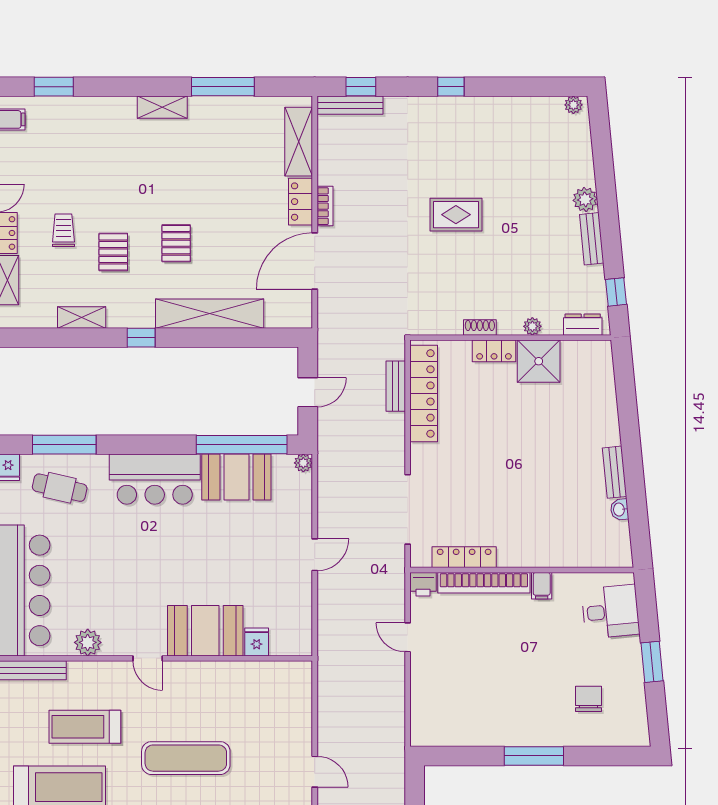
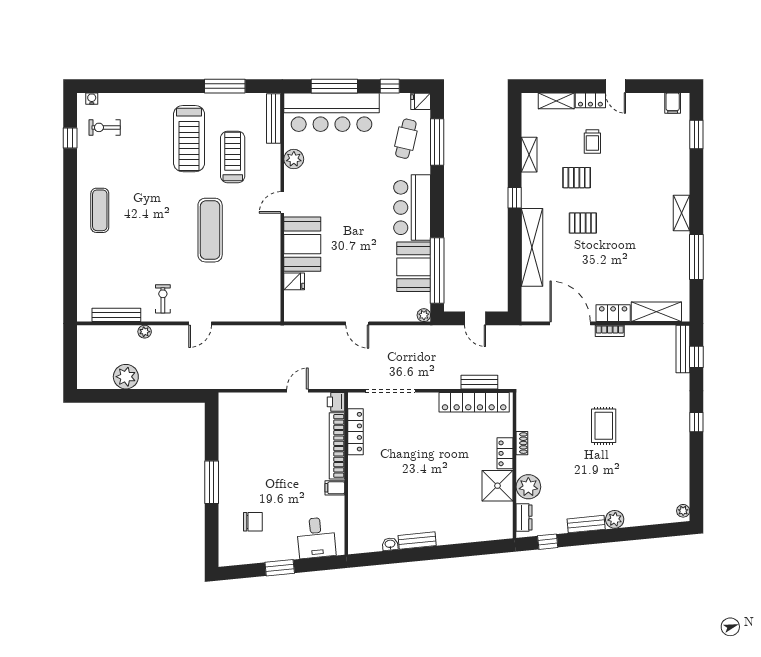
trolley: (63, 230) -> (592, 141), turned 90
plant: (532, 326) -> (528, 487), width x1.88, depth x1.88

